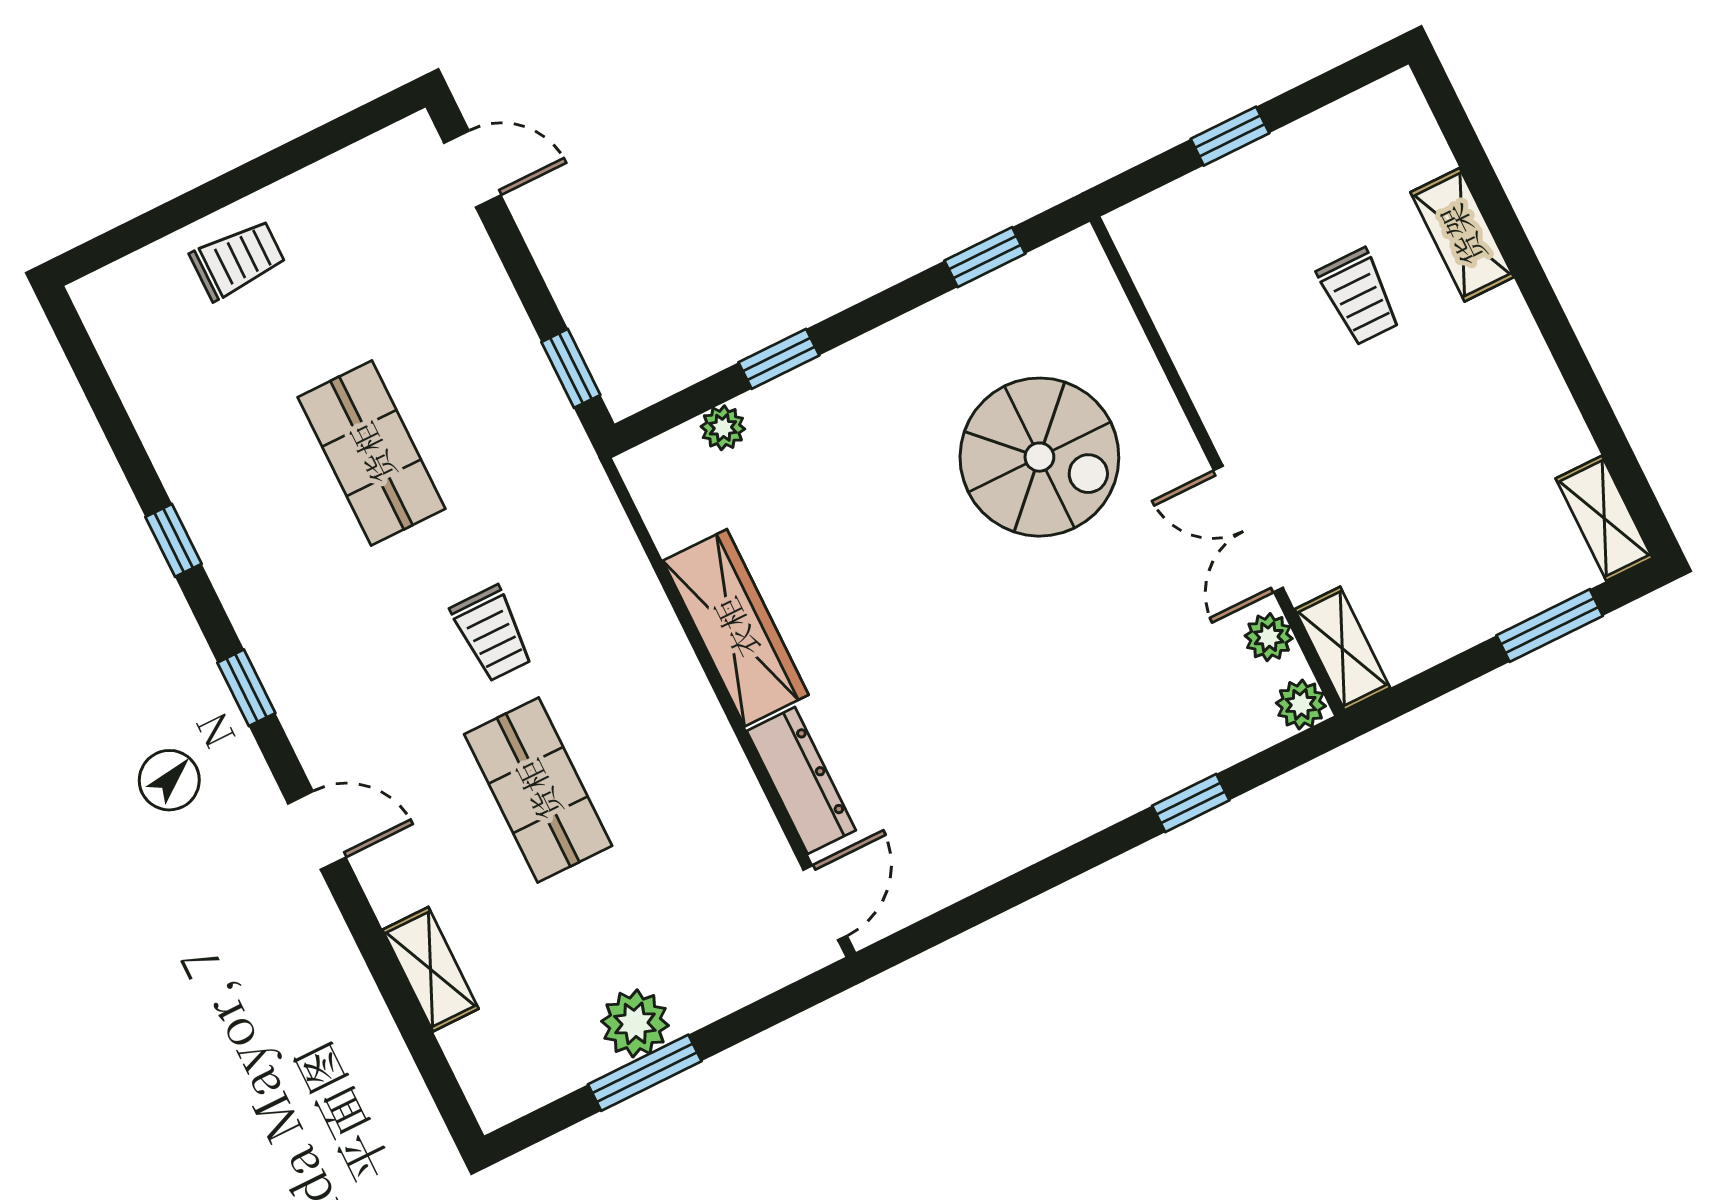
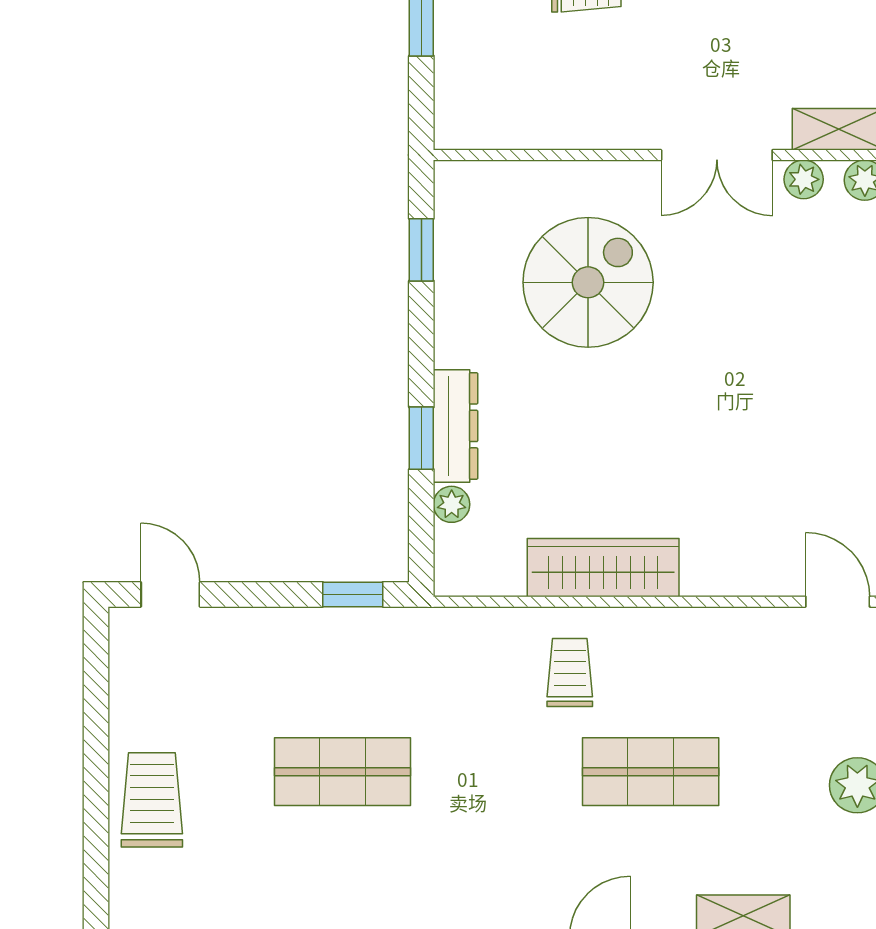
door: (472, 169) -> (170, 594), hinge flipped
trolley: (238, 260) -> (152, 800), width x1.36, depth x1.39
trolley: (492, 634) -> (570, 672), moved, turned -90
dresser: (801, 781) -> (456, 426), moved, turned 90

